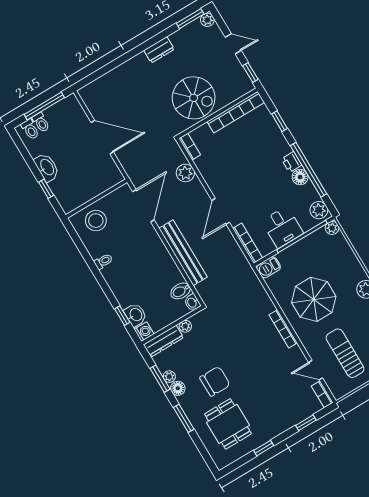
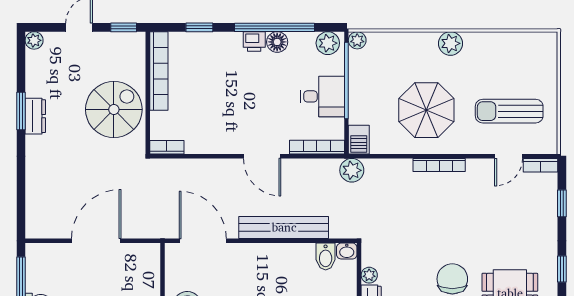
window: (190, 19) -> (21, 111), moved
plant: (185, 173) -> (352, 170), moved

